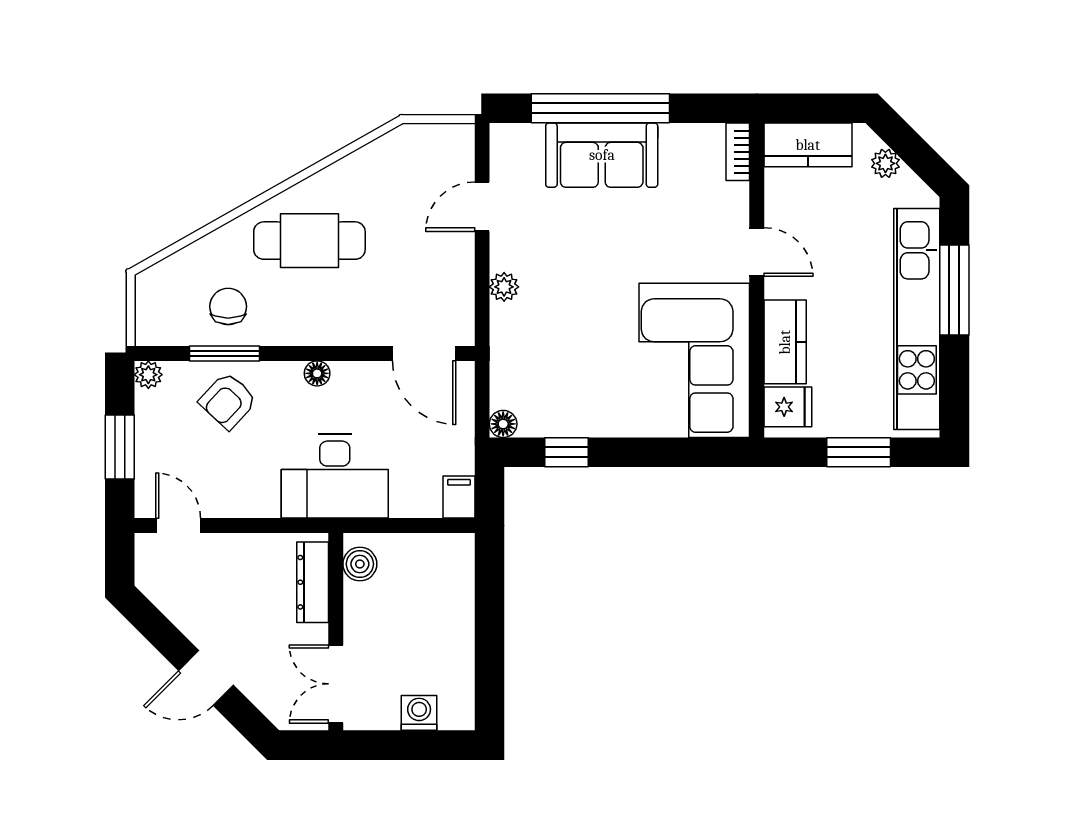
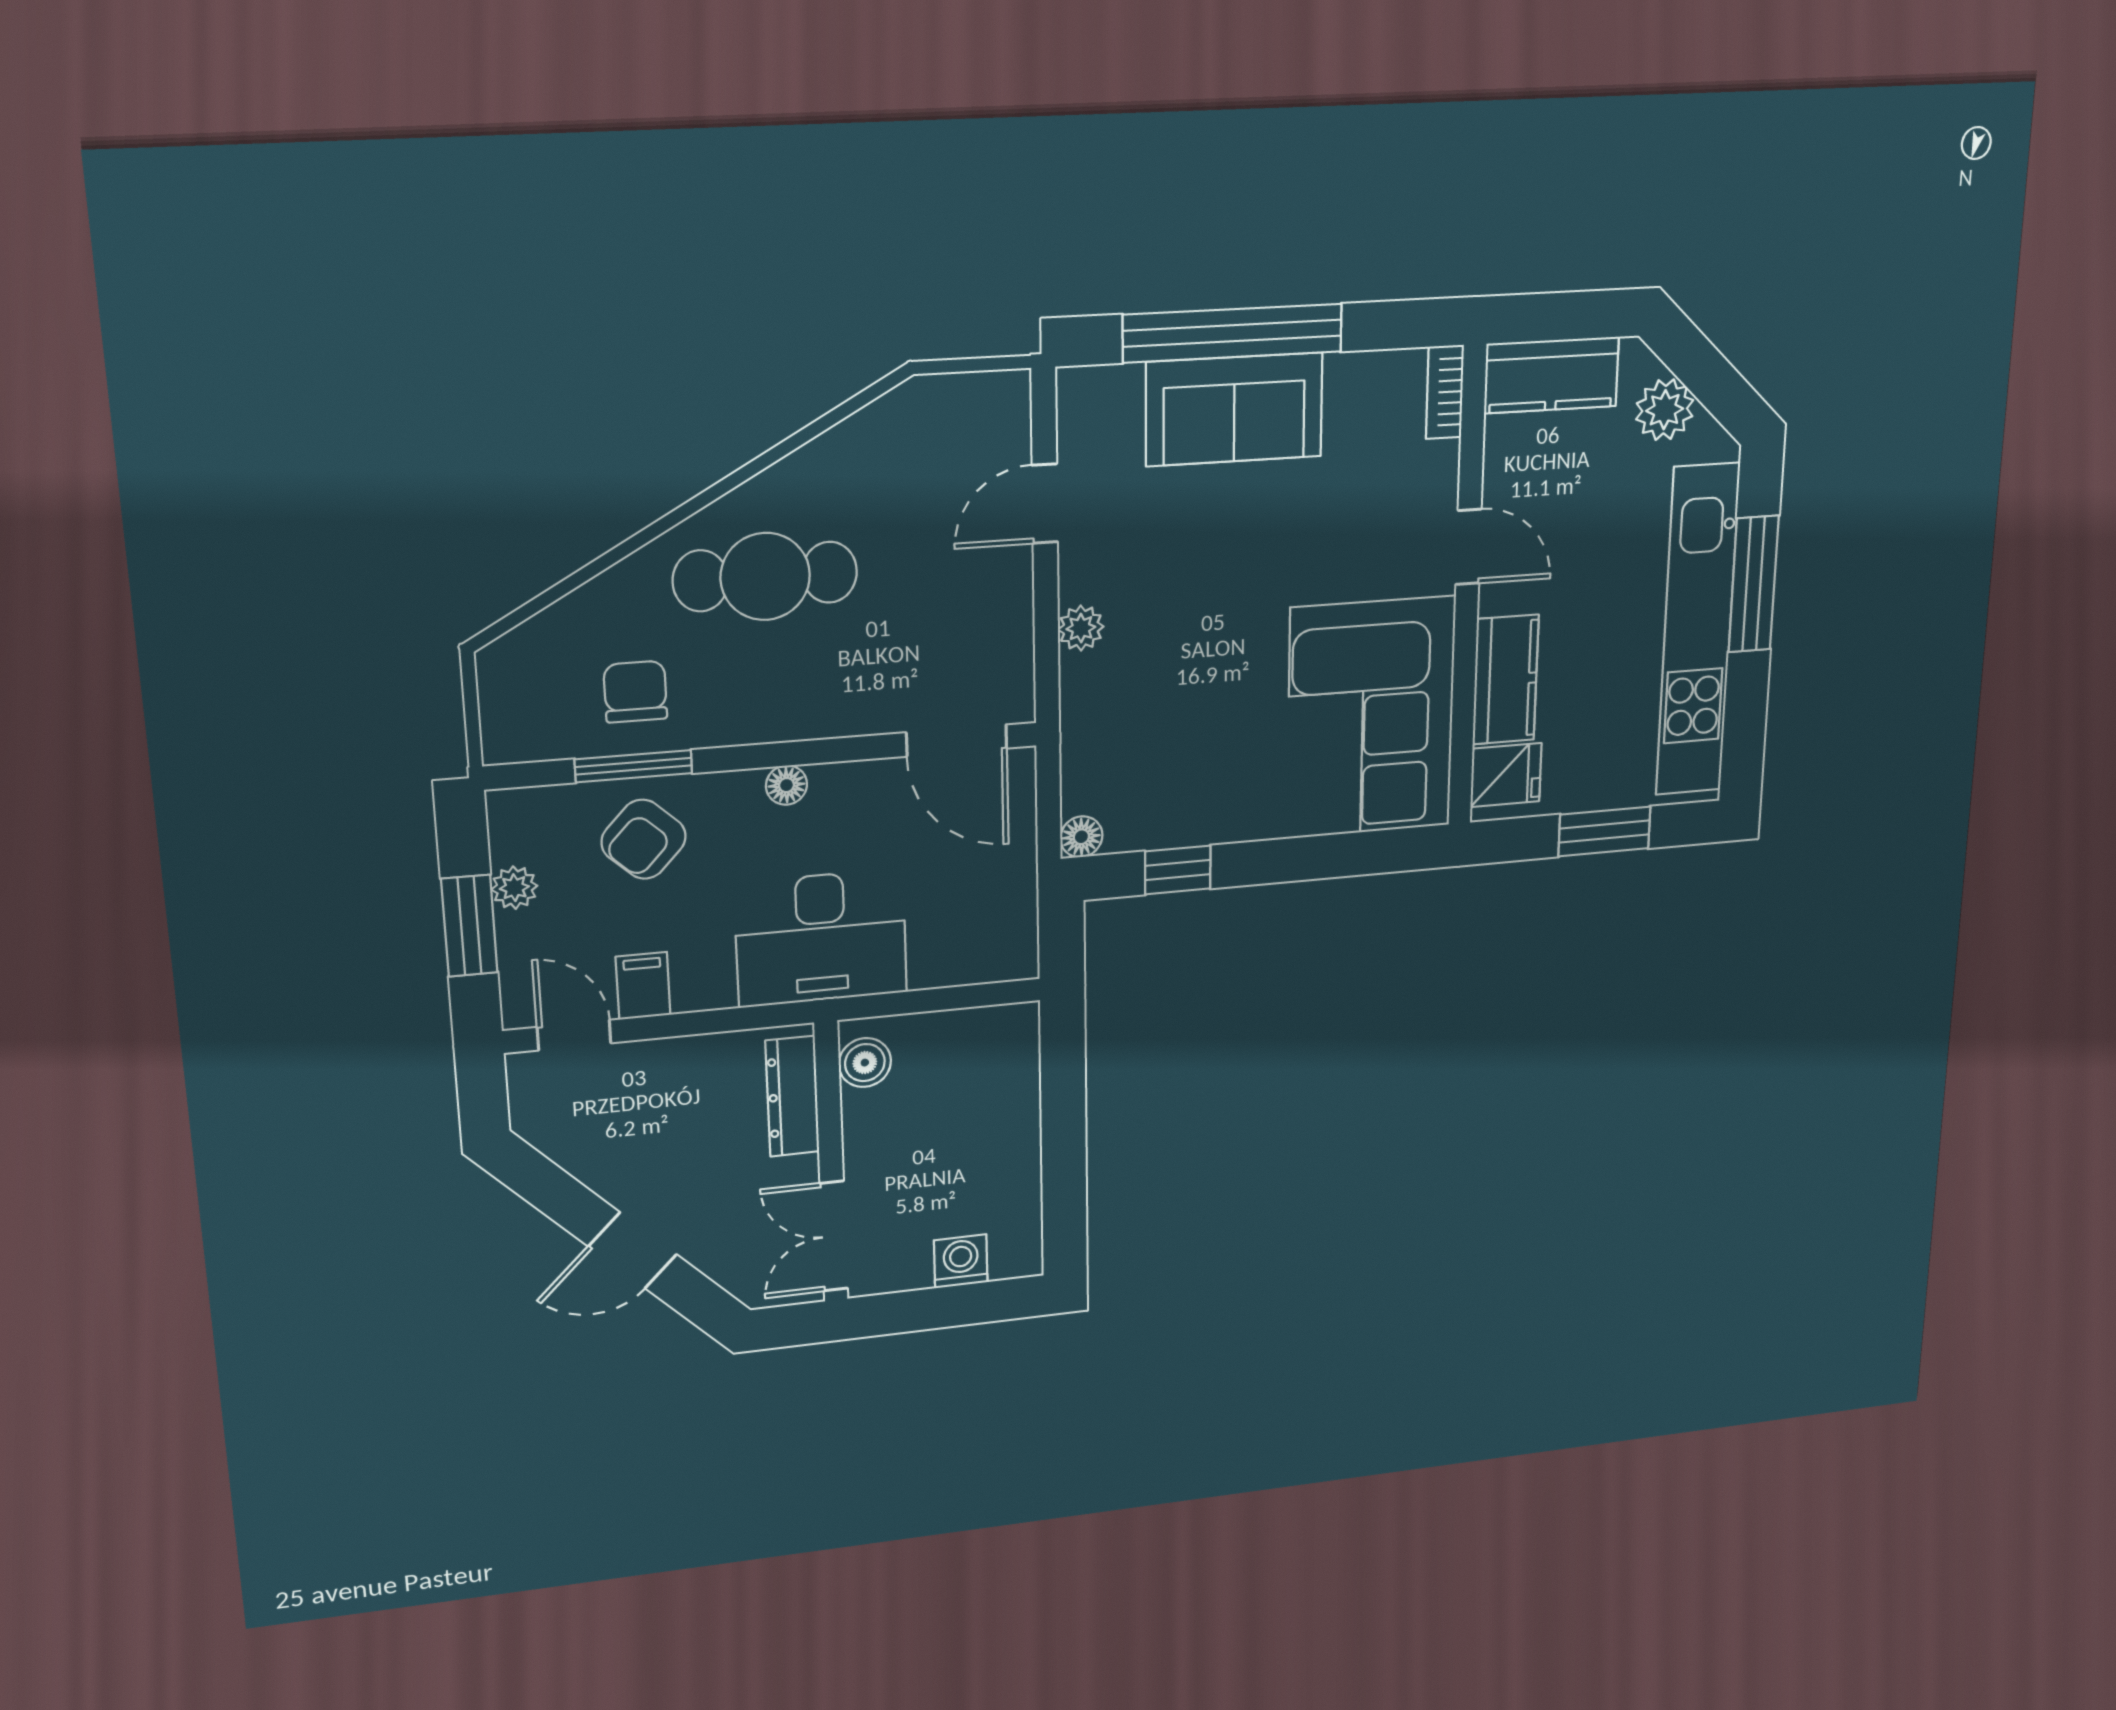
plant: (885, 163) -> (1665, 410), width x1.38, depth x1.38
plant: (148, 375) -> (514, 888), moved
filing cabinet: (459, 497) -> (643, 986), moved

